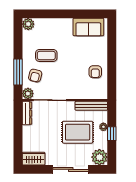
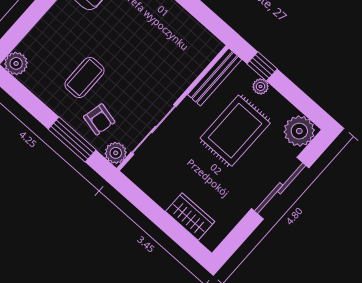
armchair: (95, 72) -> (171, 28), removed
dresser: (27, 113) -> (143, 179), removed
window: (112, 134) -> (262, 66), moved
wardrobe: (34, 159) -> (190, 216), moved, turned 90

